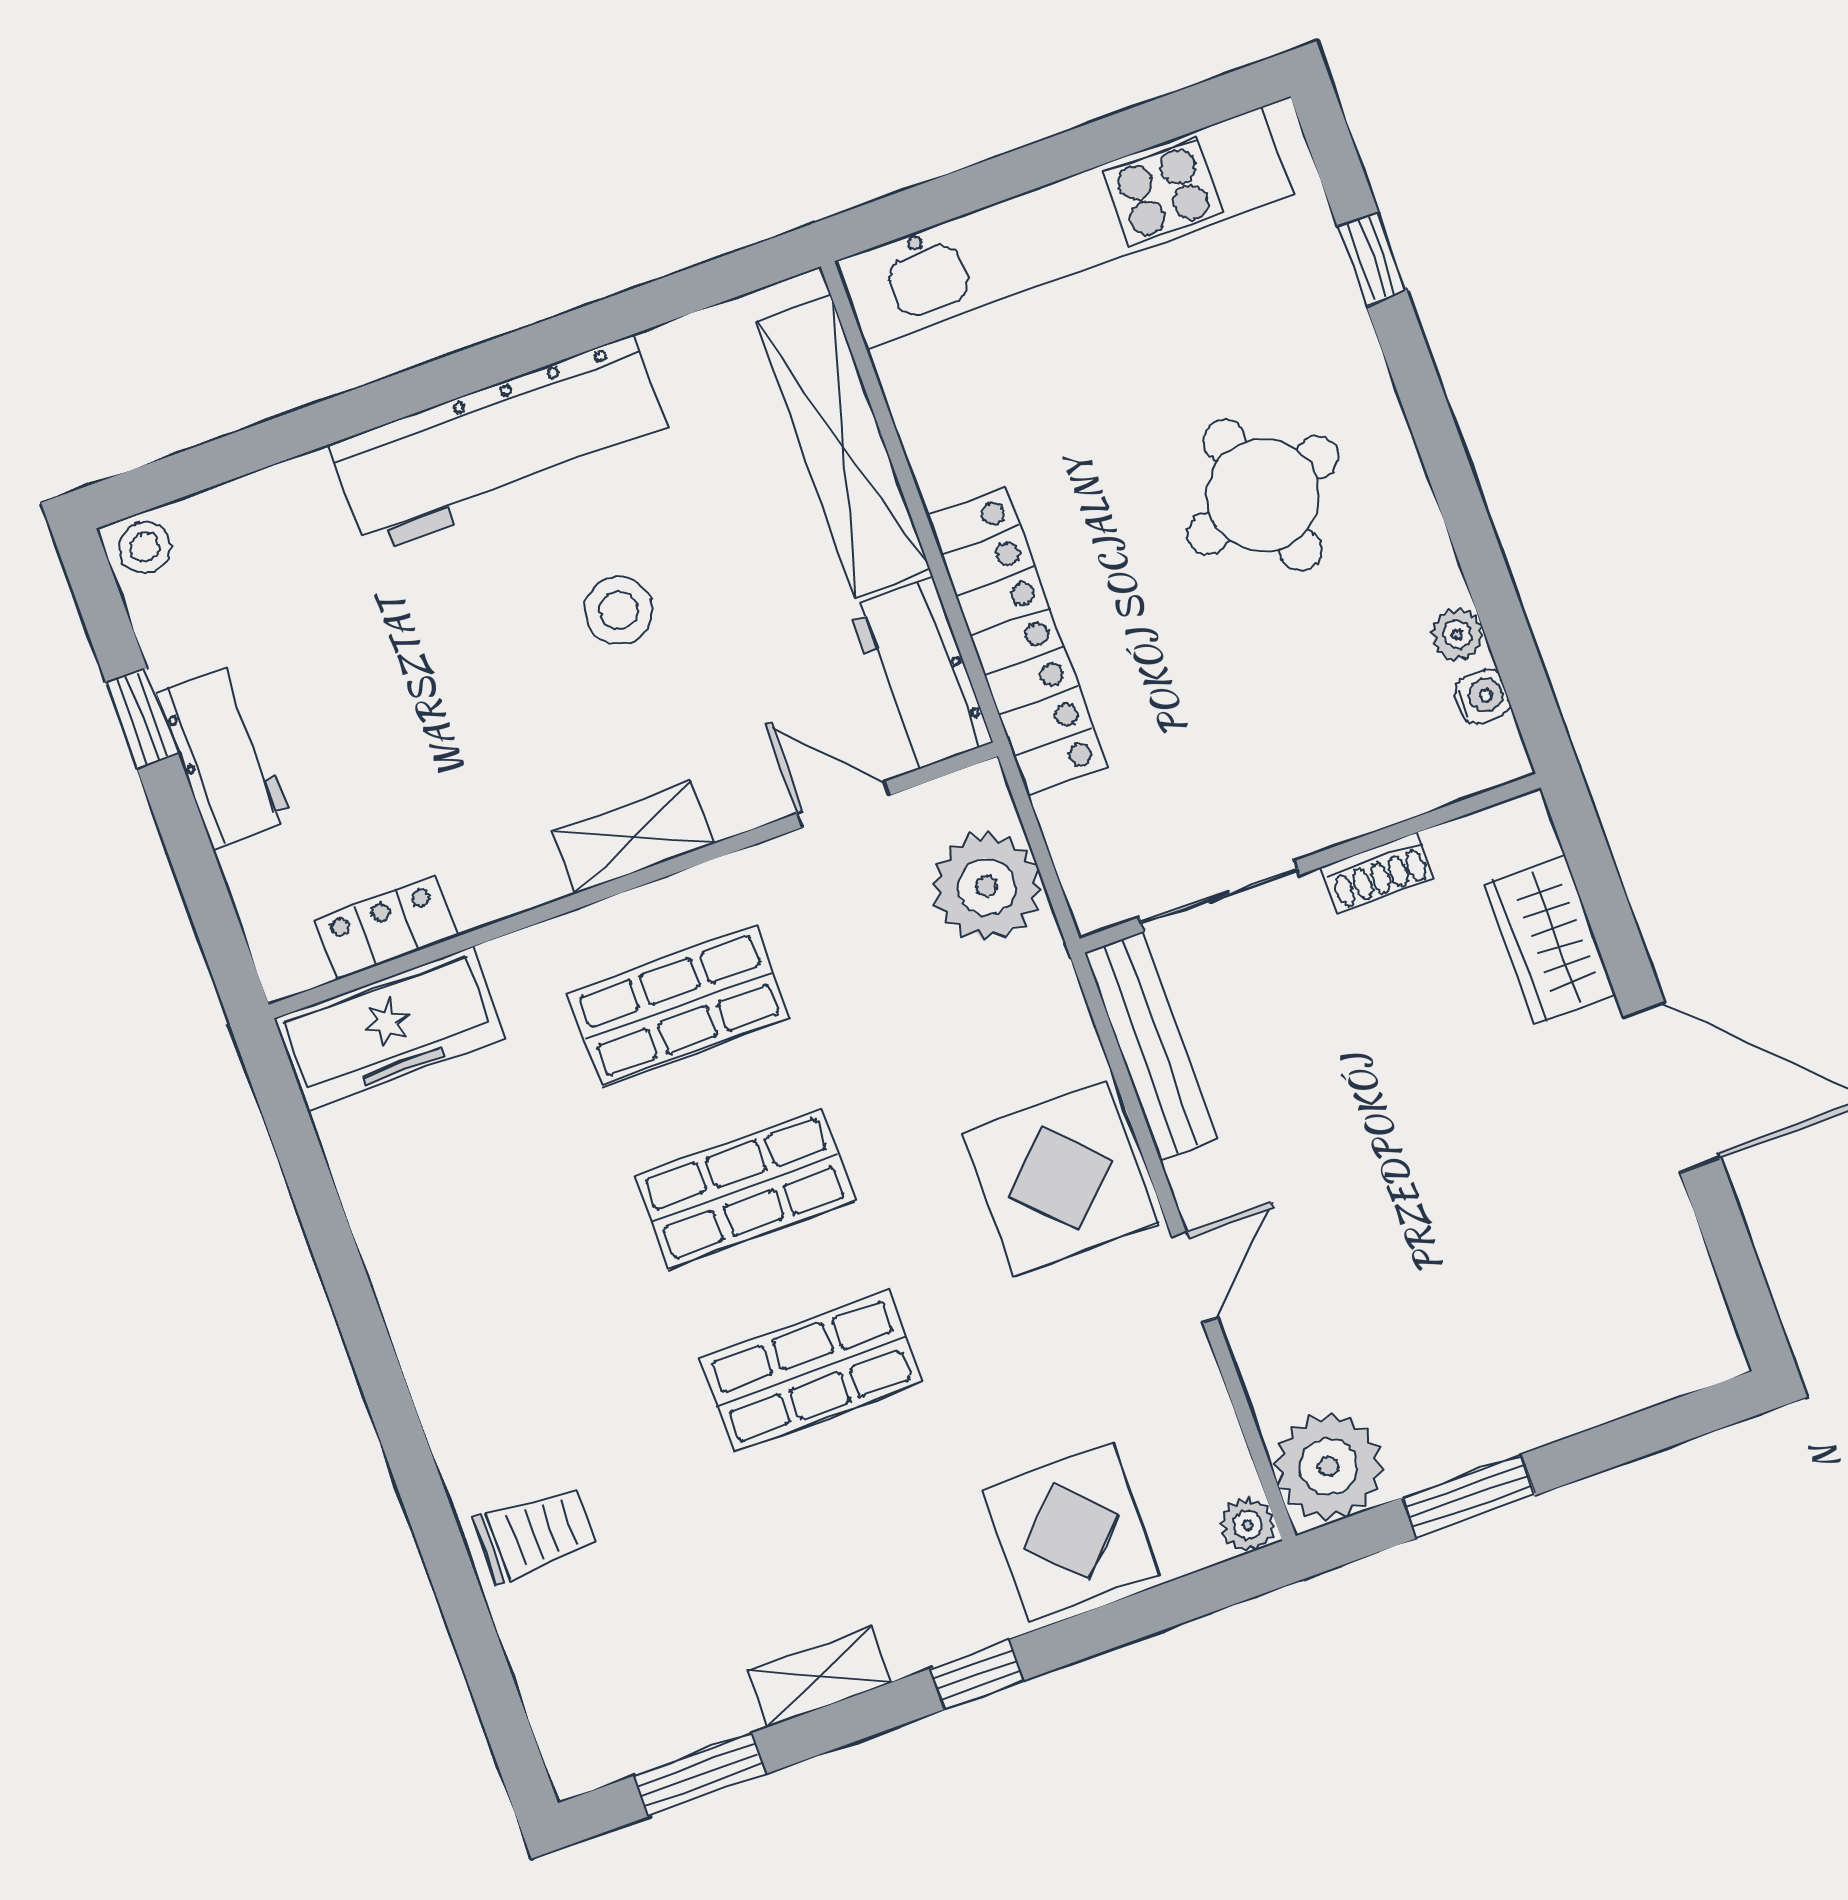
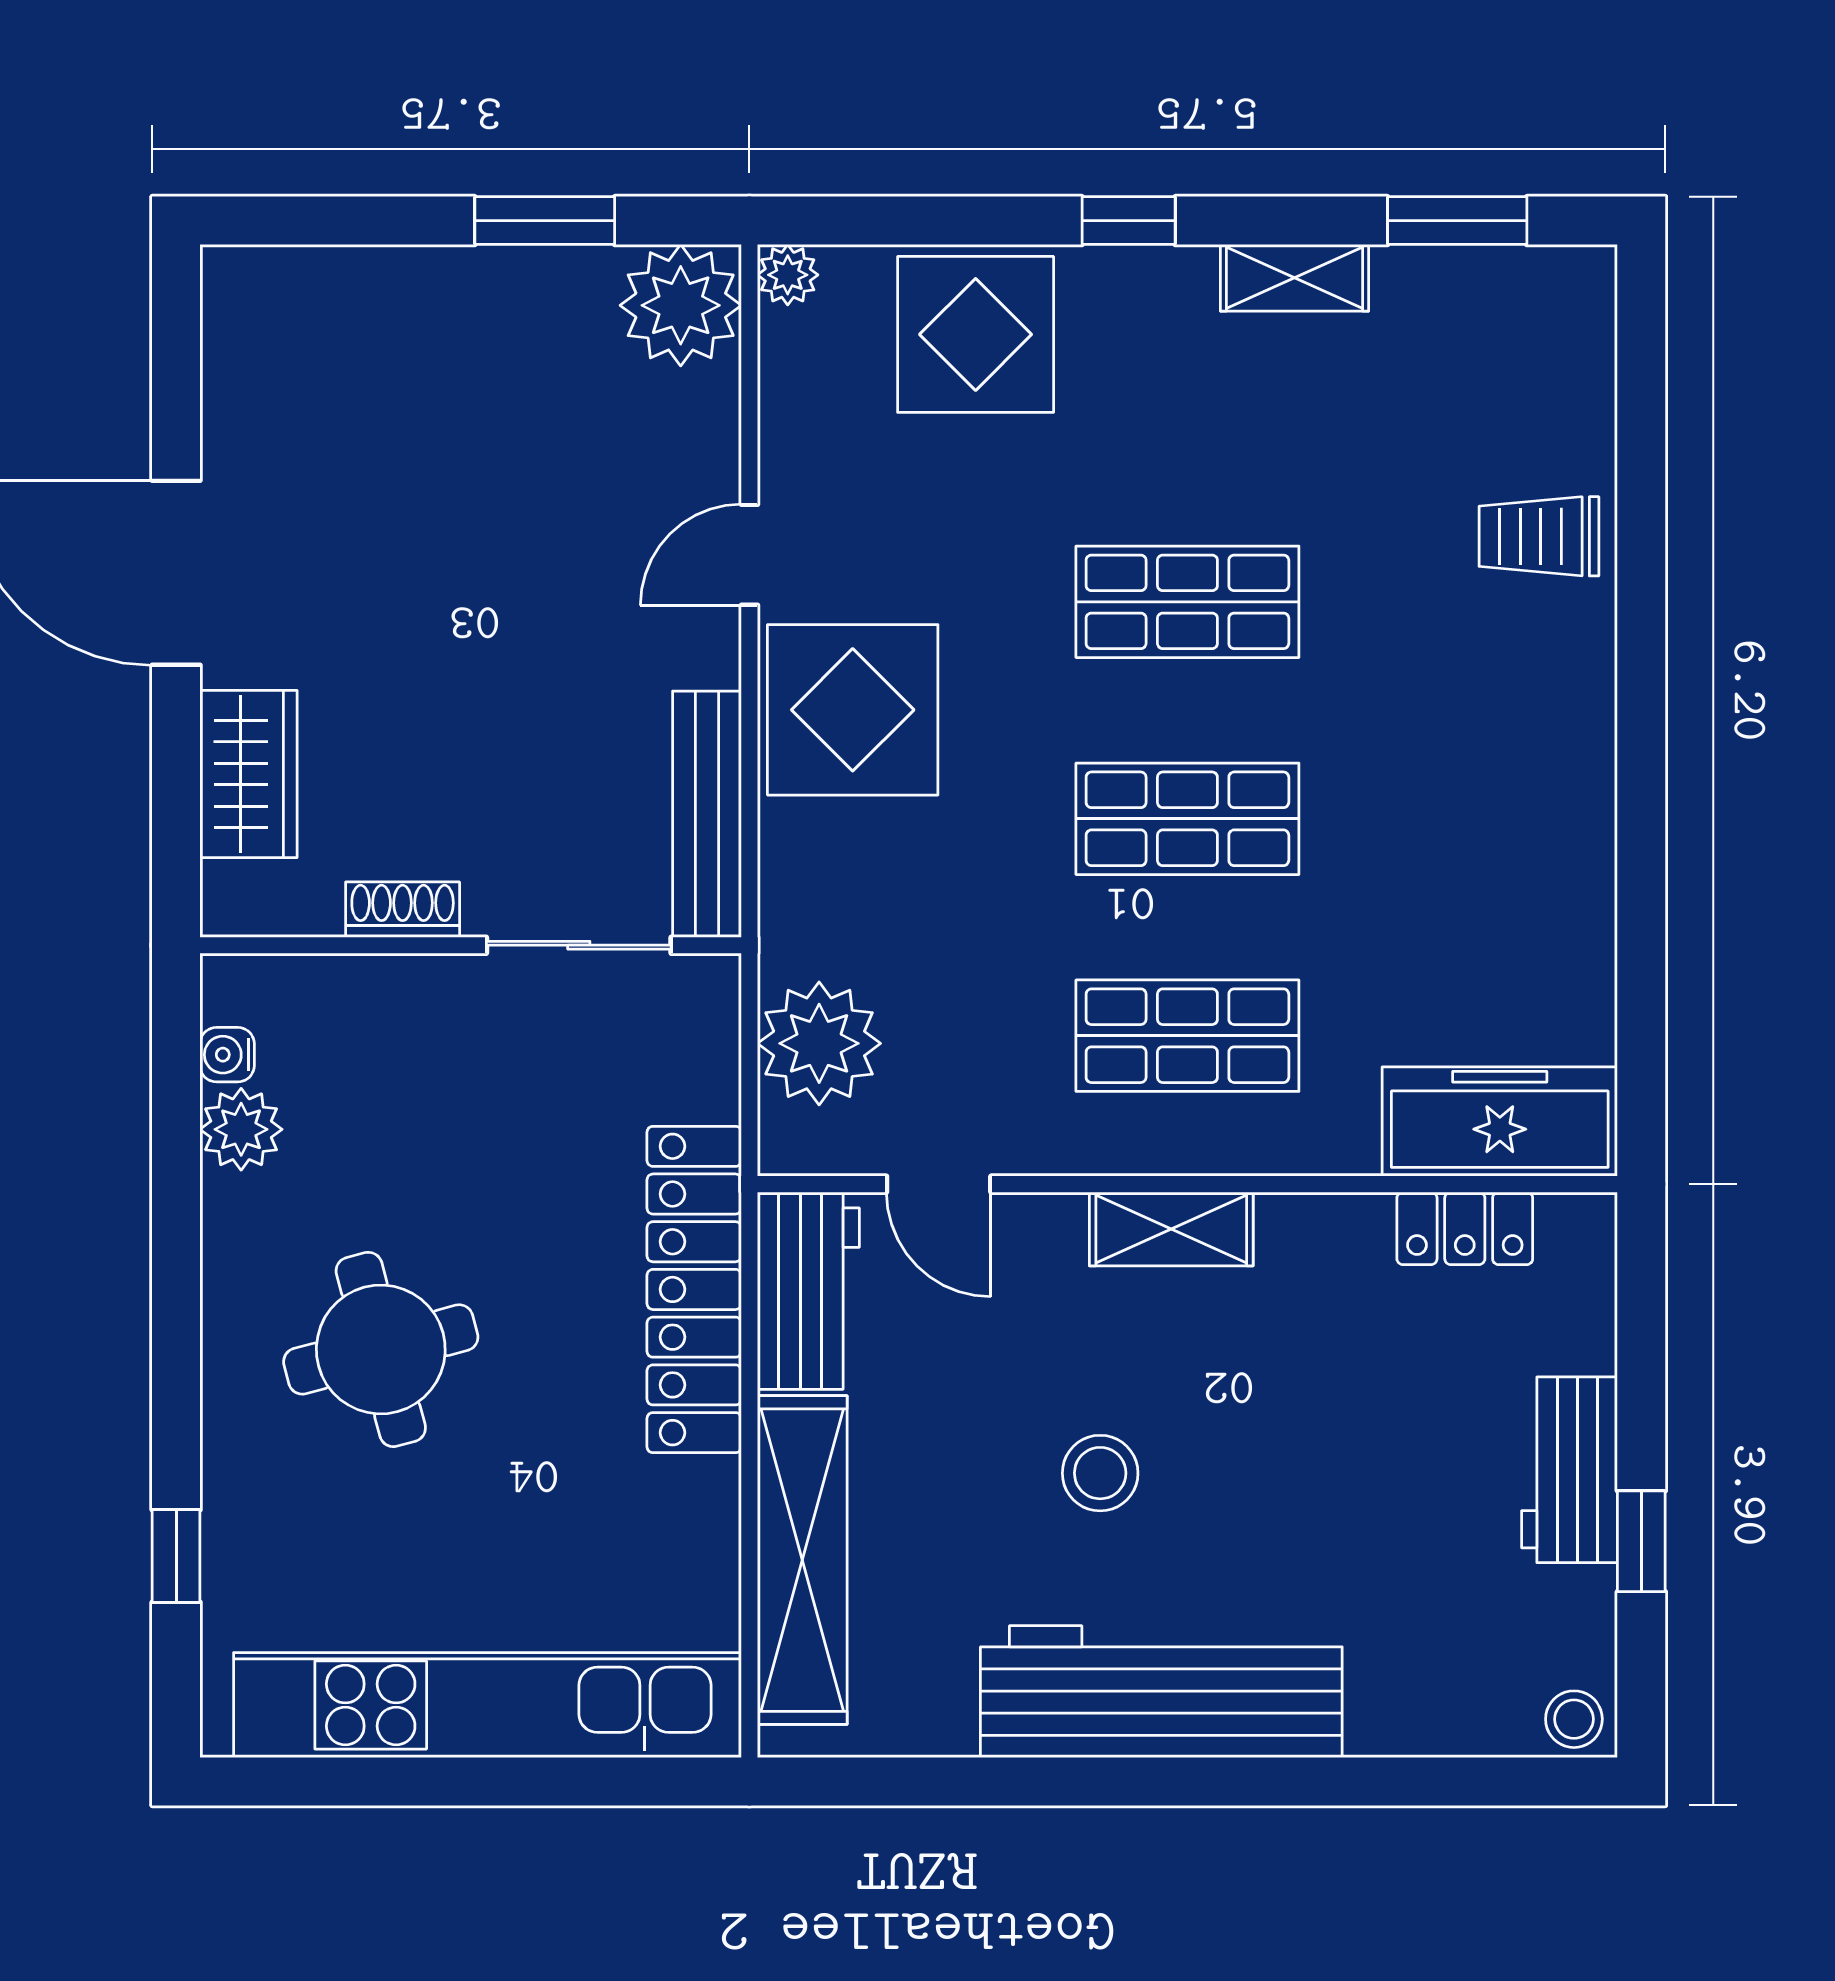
plant: (1457, 635) -> (241, 1129), width x1.38, depth x1.38

